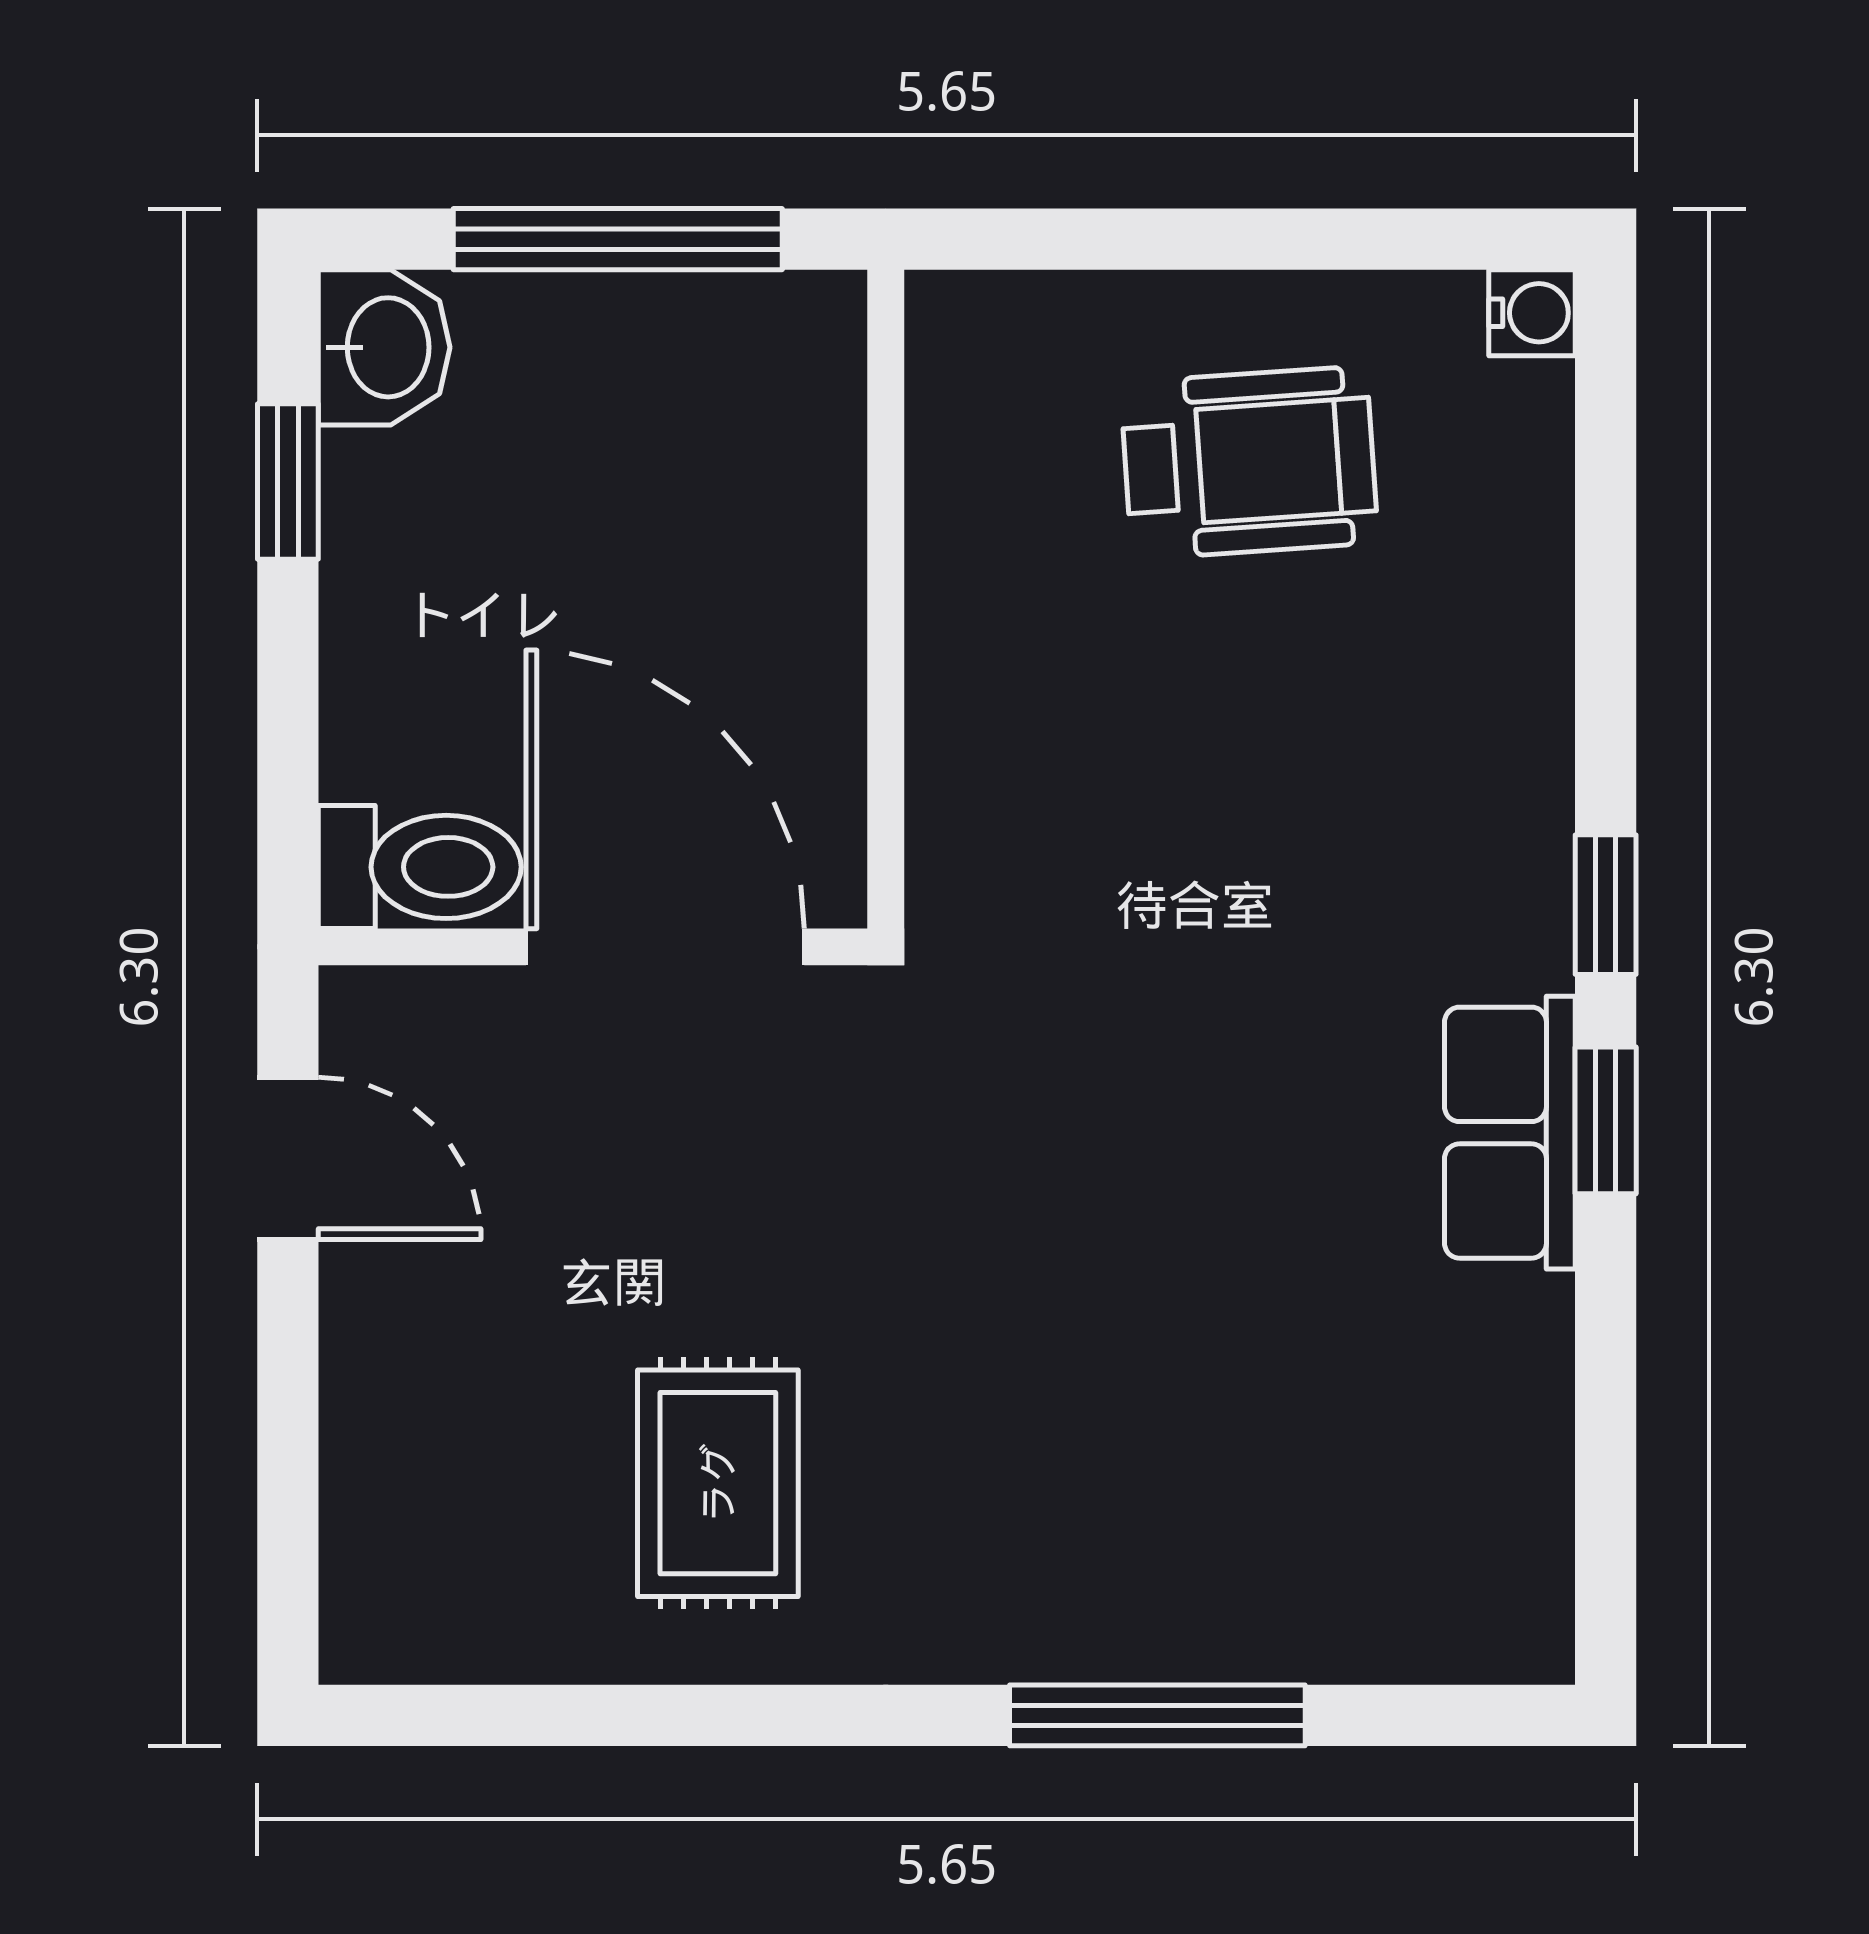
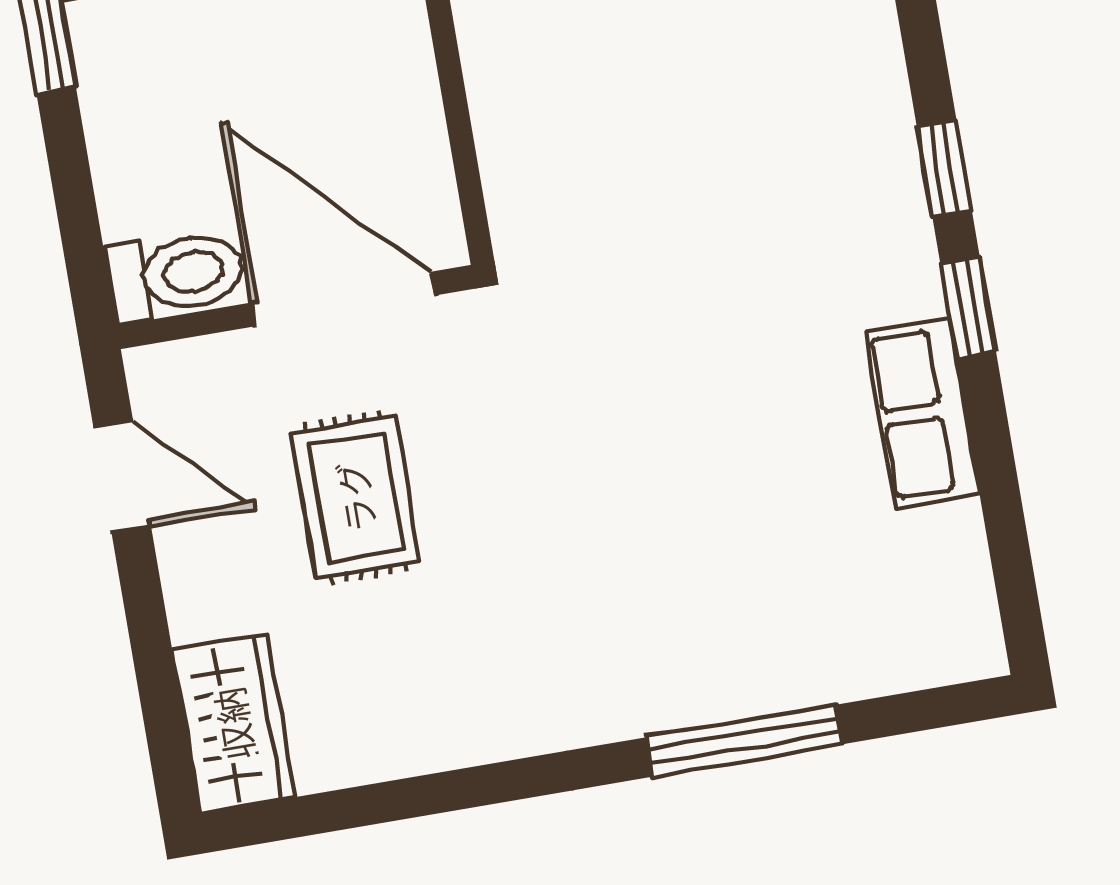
row of seats: (1510, 1133) -> (922, 413), moved
rug: (718, 1483) -> (355, 497), moved
wardrobe: (392, 1558) -> (233, 724), added

